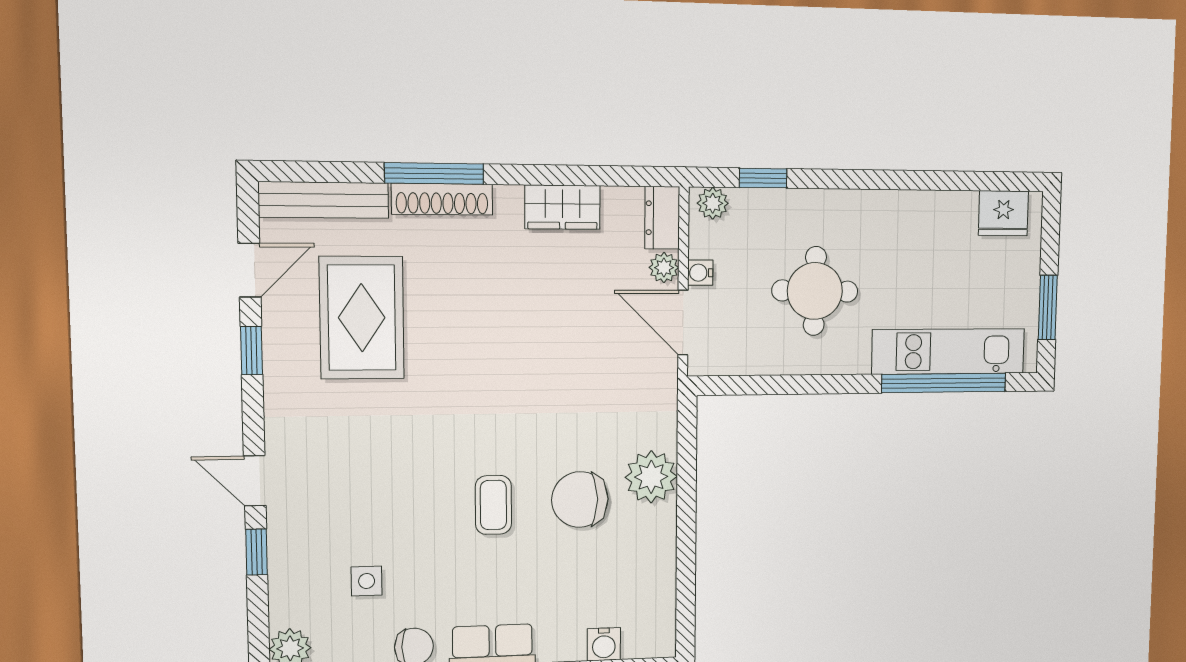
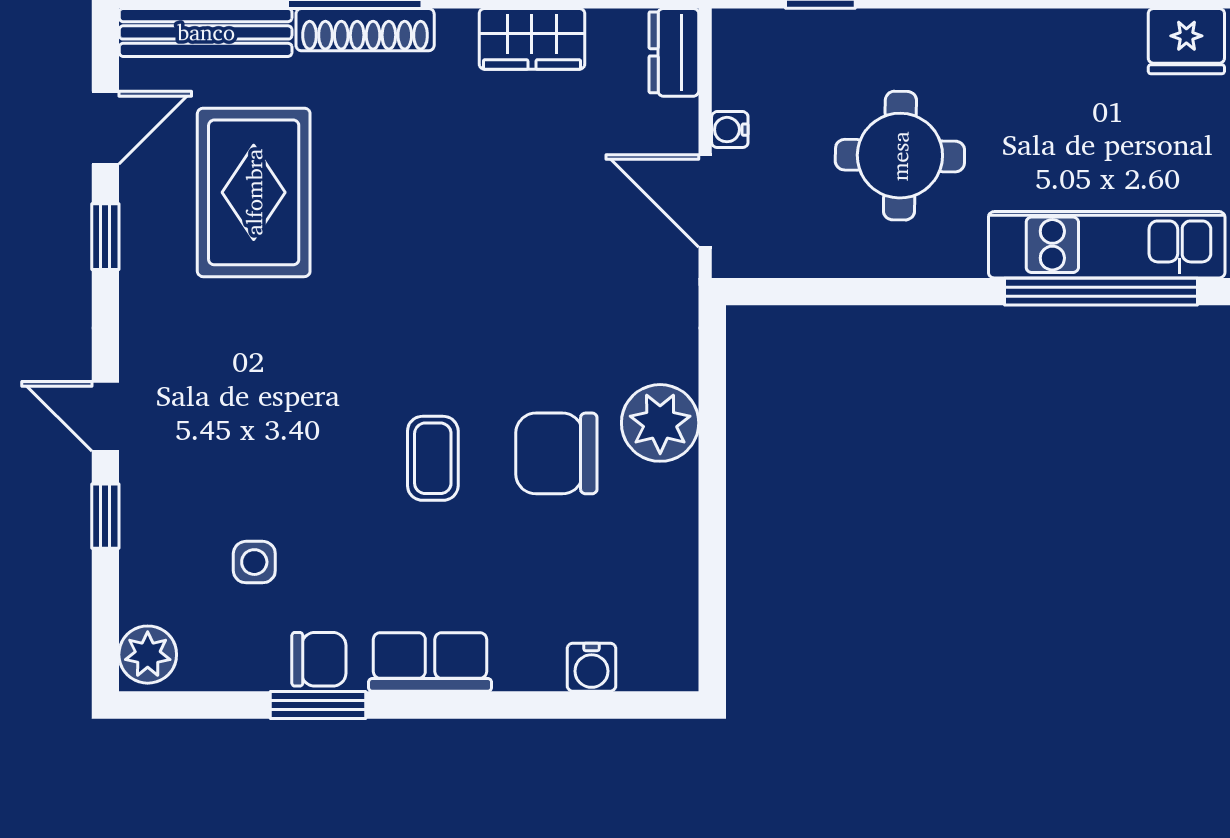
plant: (713, 203) -> (747, 31), removed
plant: (664, 268) -> (677, 122), removed

